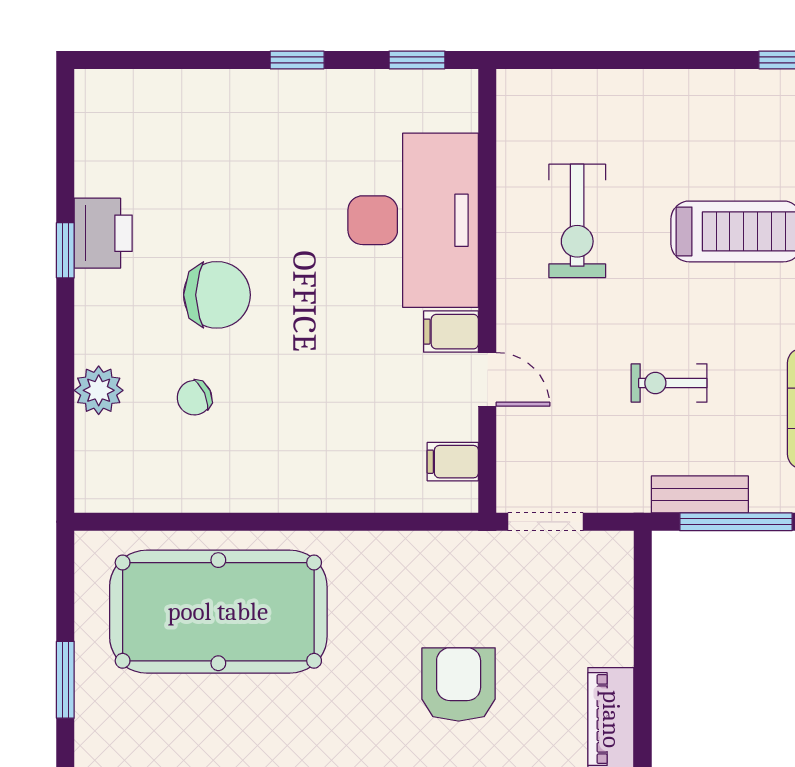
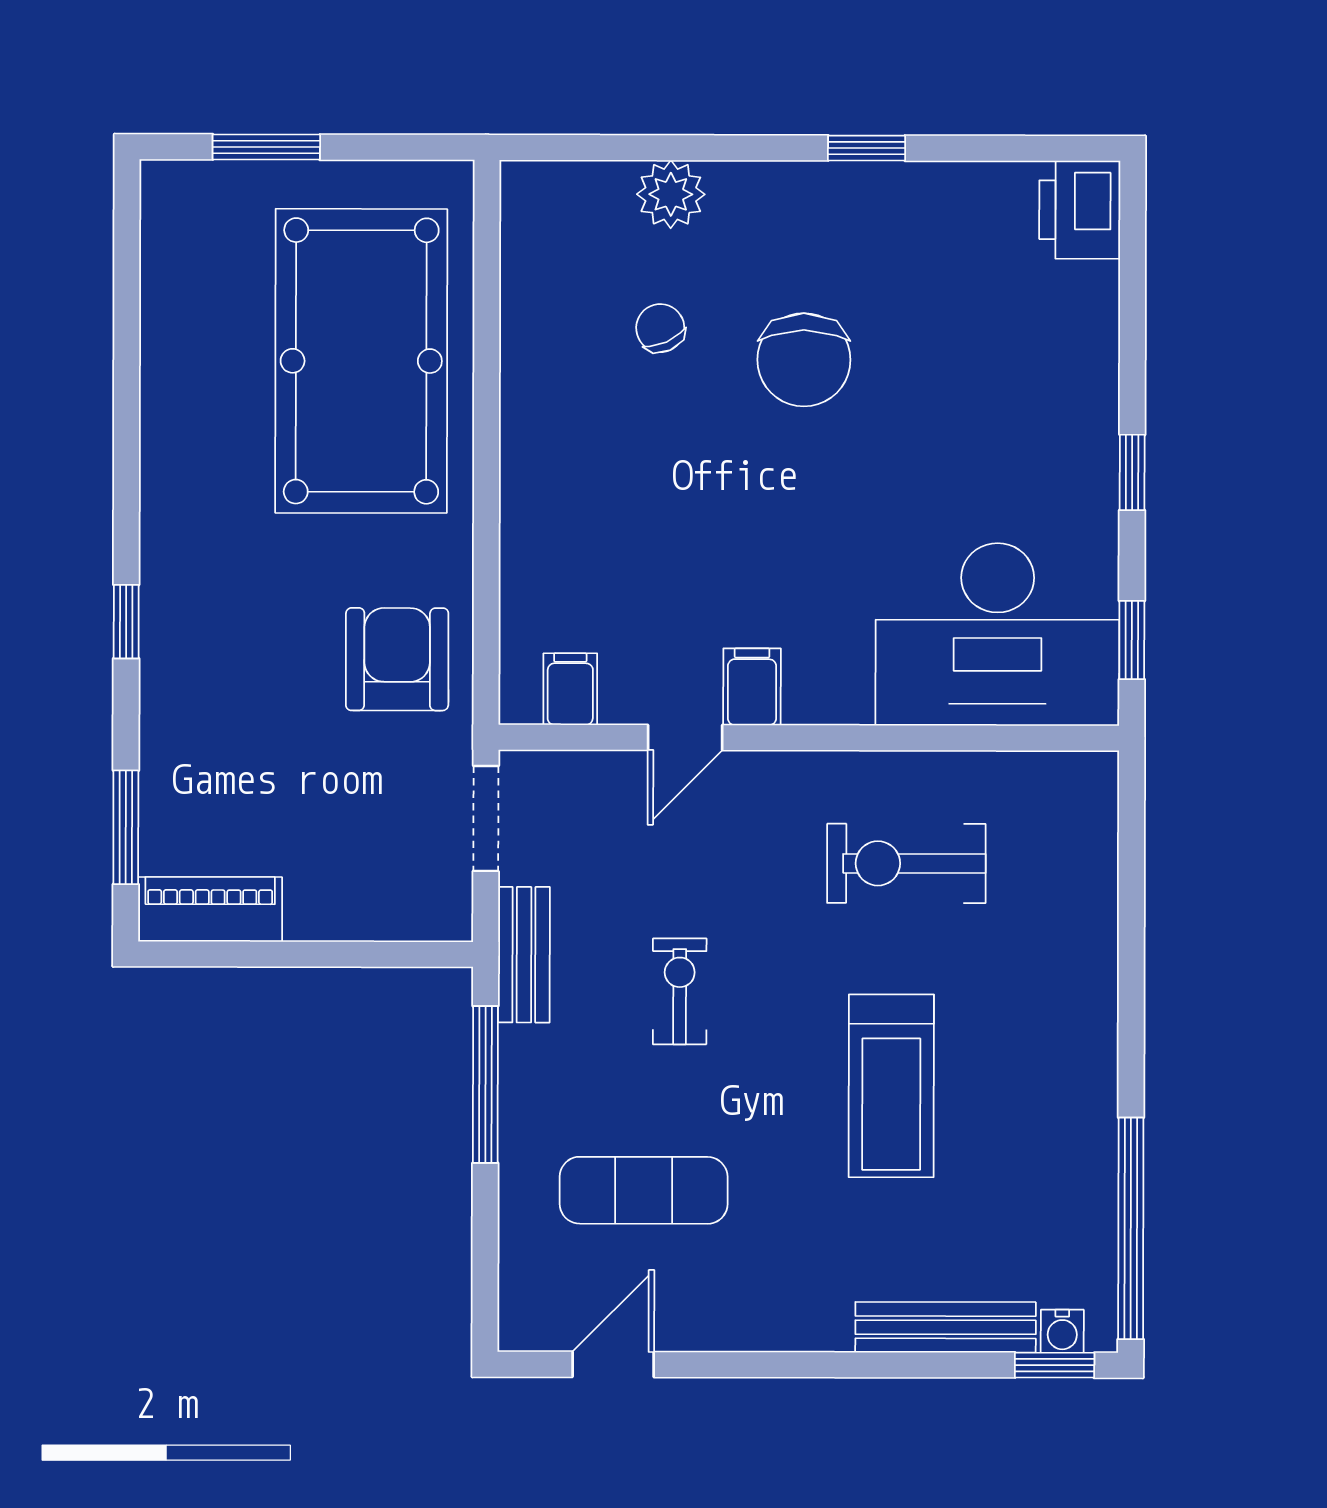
desk: (413, 220) -> (998, 634), moved
printer: (103, 233) -> (1080, 210), moved, turned 90
bench: (700, 494) -> (524, 955), moved
armchair: (459, 684) -> (397, 659), moved, turned -90

